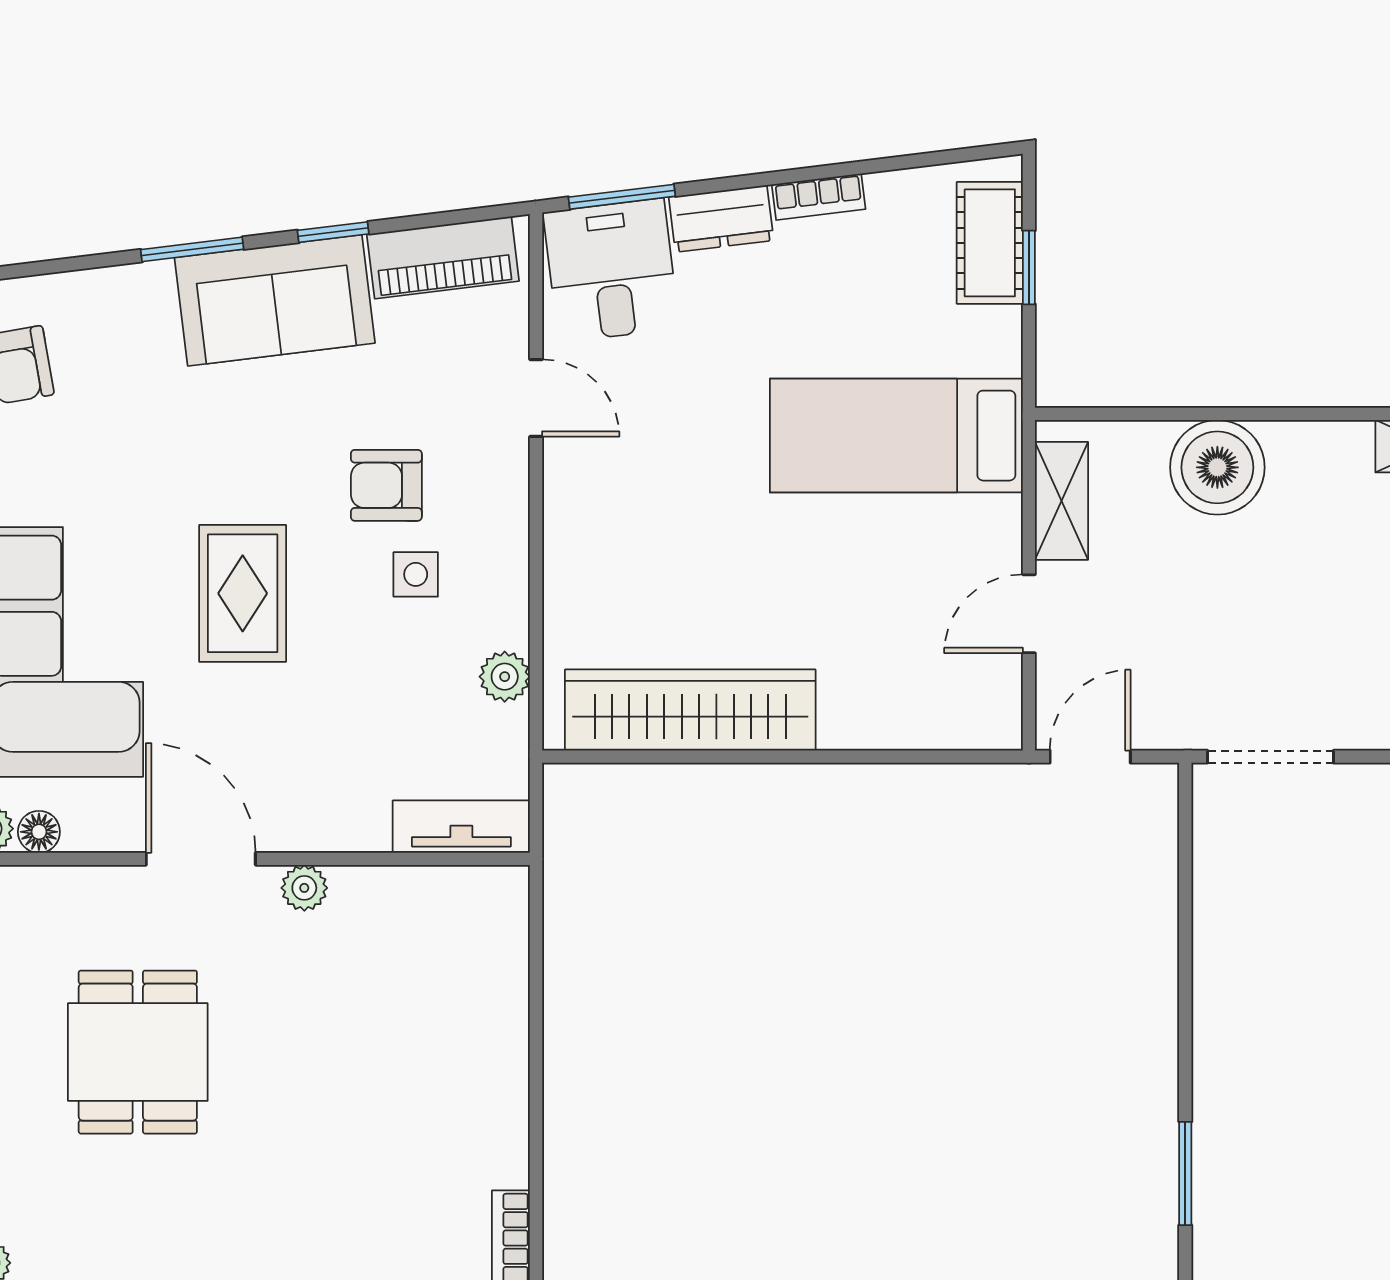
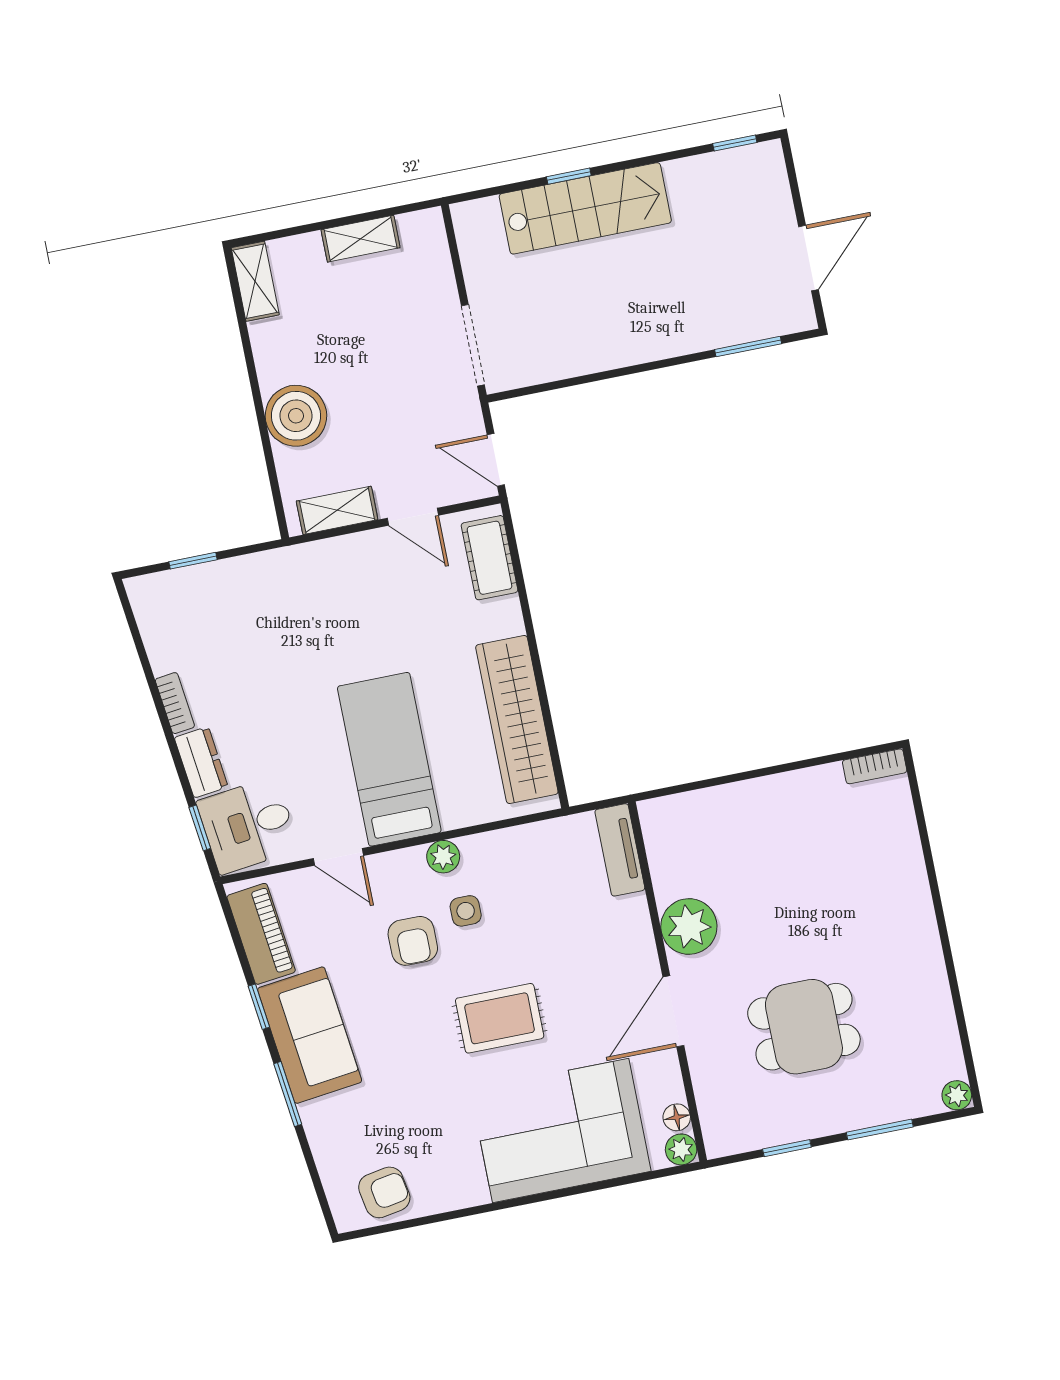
window: (622, 197) -> (200, 828), width x0.67
cot: (990, 243) -> (489, 558), moved, turned 90
door: (536, 398) -> (338, 857), swing flipped
bed: (896, 436) -> (389, 759), moved, turned 180
plant: (505, 677) -> (443, 857), moved
plant: (304, 888) -> (689, 926), width x1.88, depth x1.88

